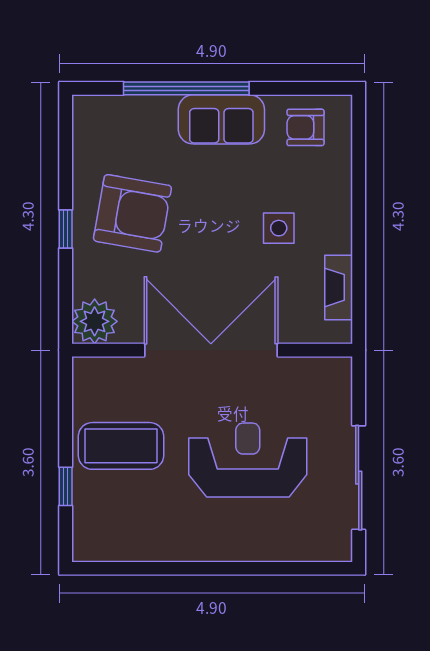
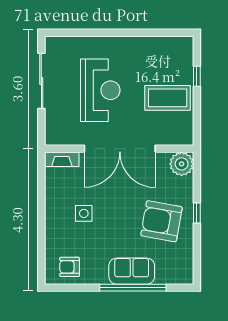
sofa: (221, 119) -> (132, 271), moved
armchair: (305, 127) -> (70, 267), turned 180
fireplace: (339, 287) -> (62, 159), moved, turned 90
reception desk: (248, 460) -> (100, 90), turned -90

